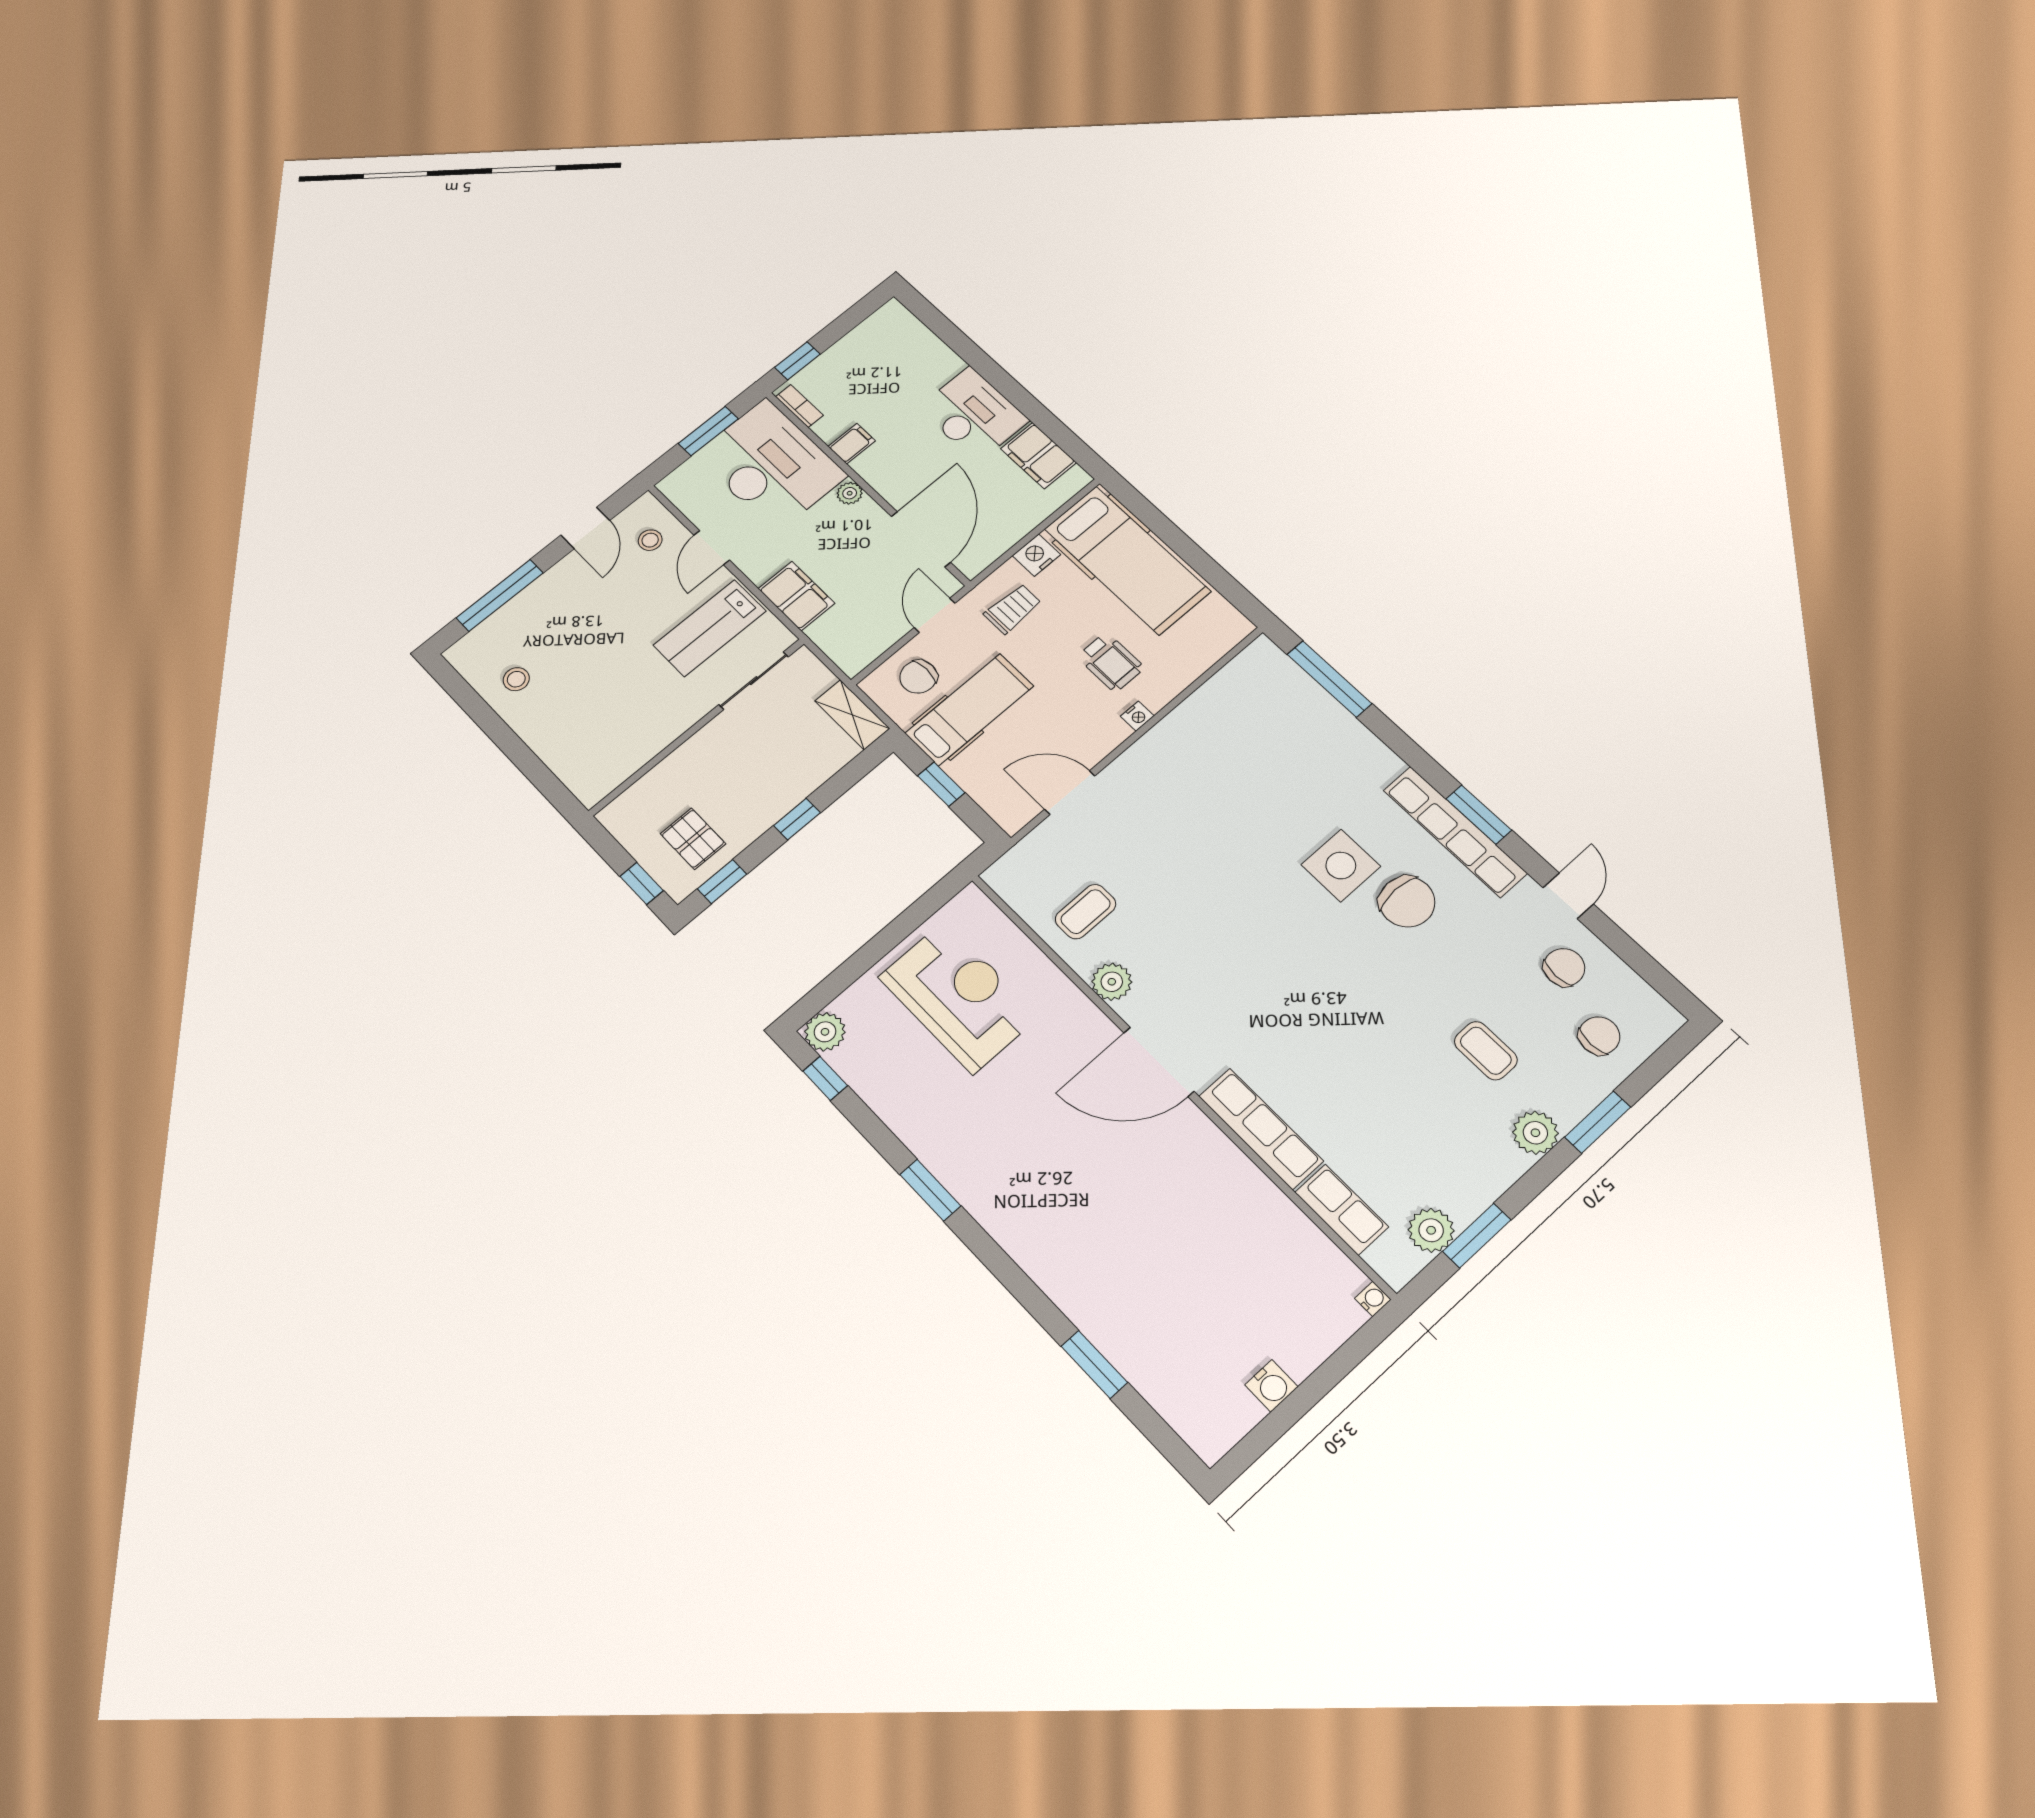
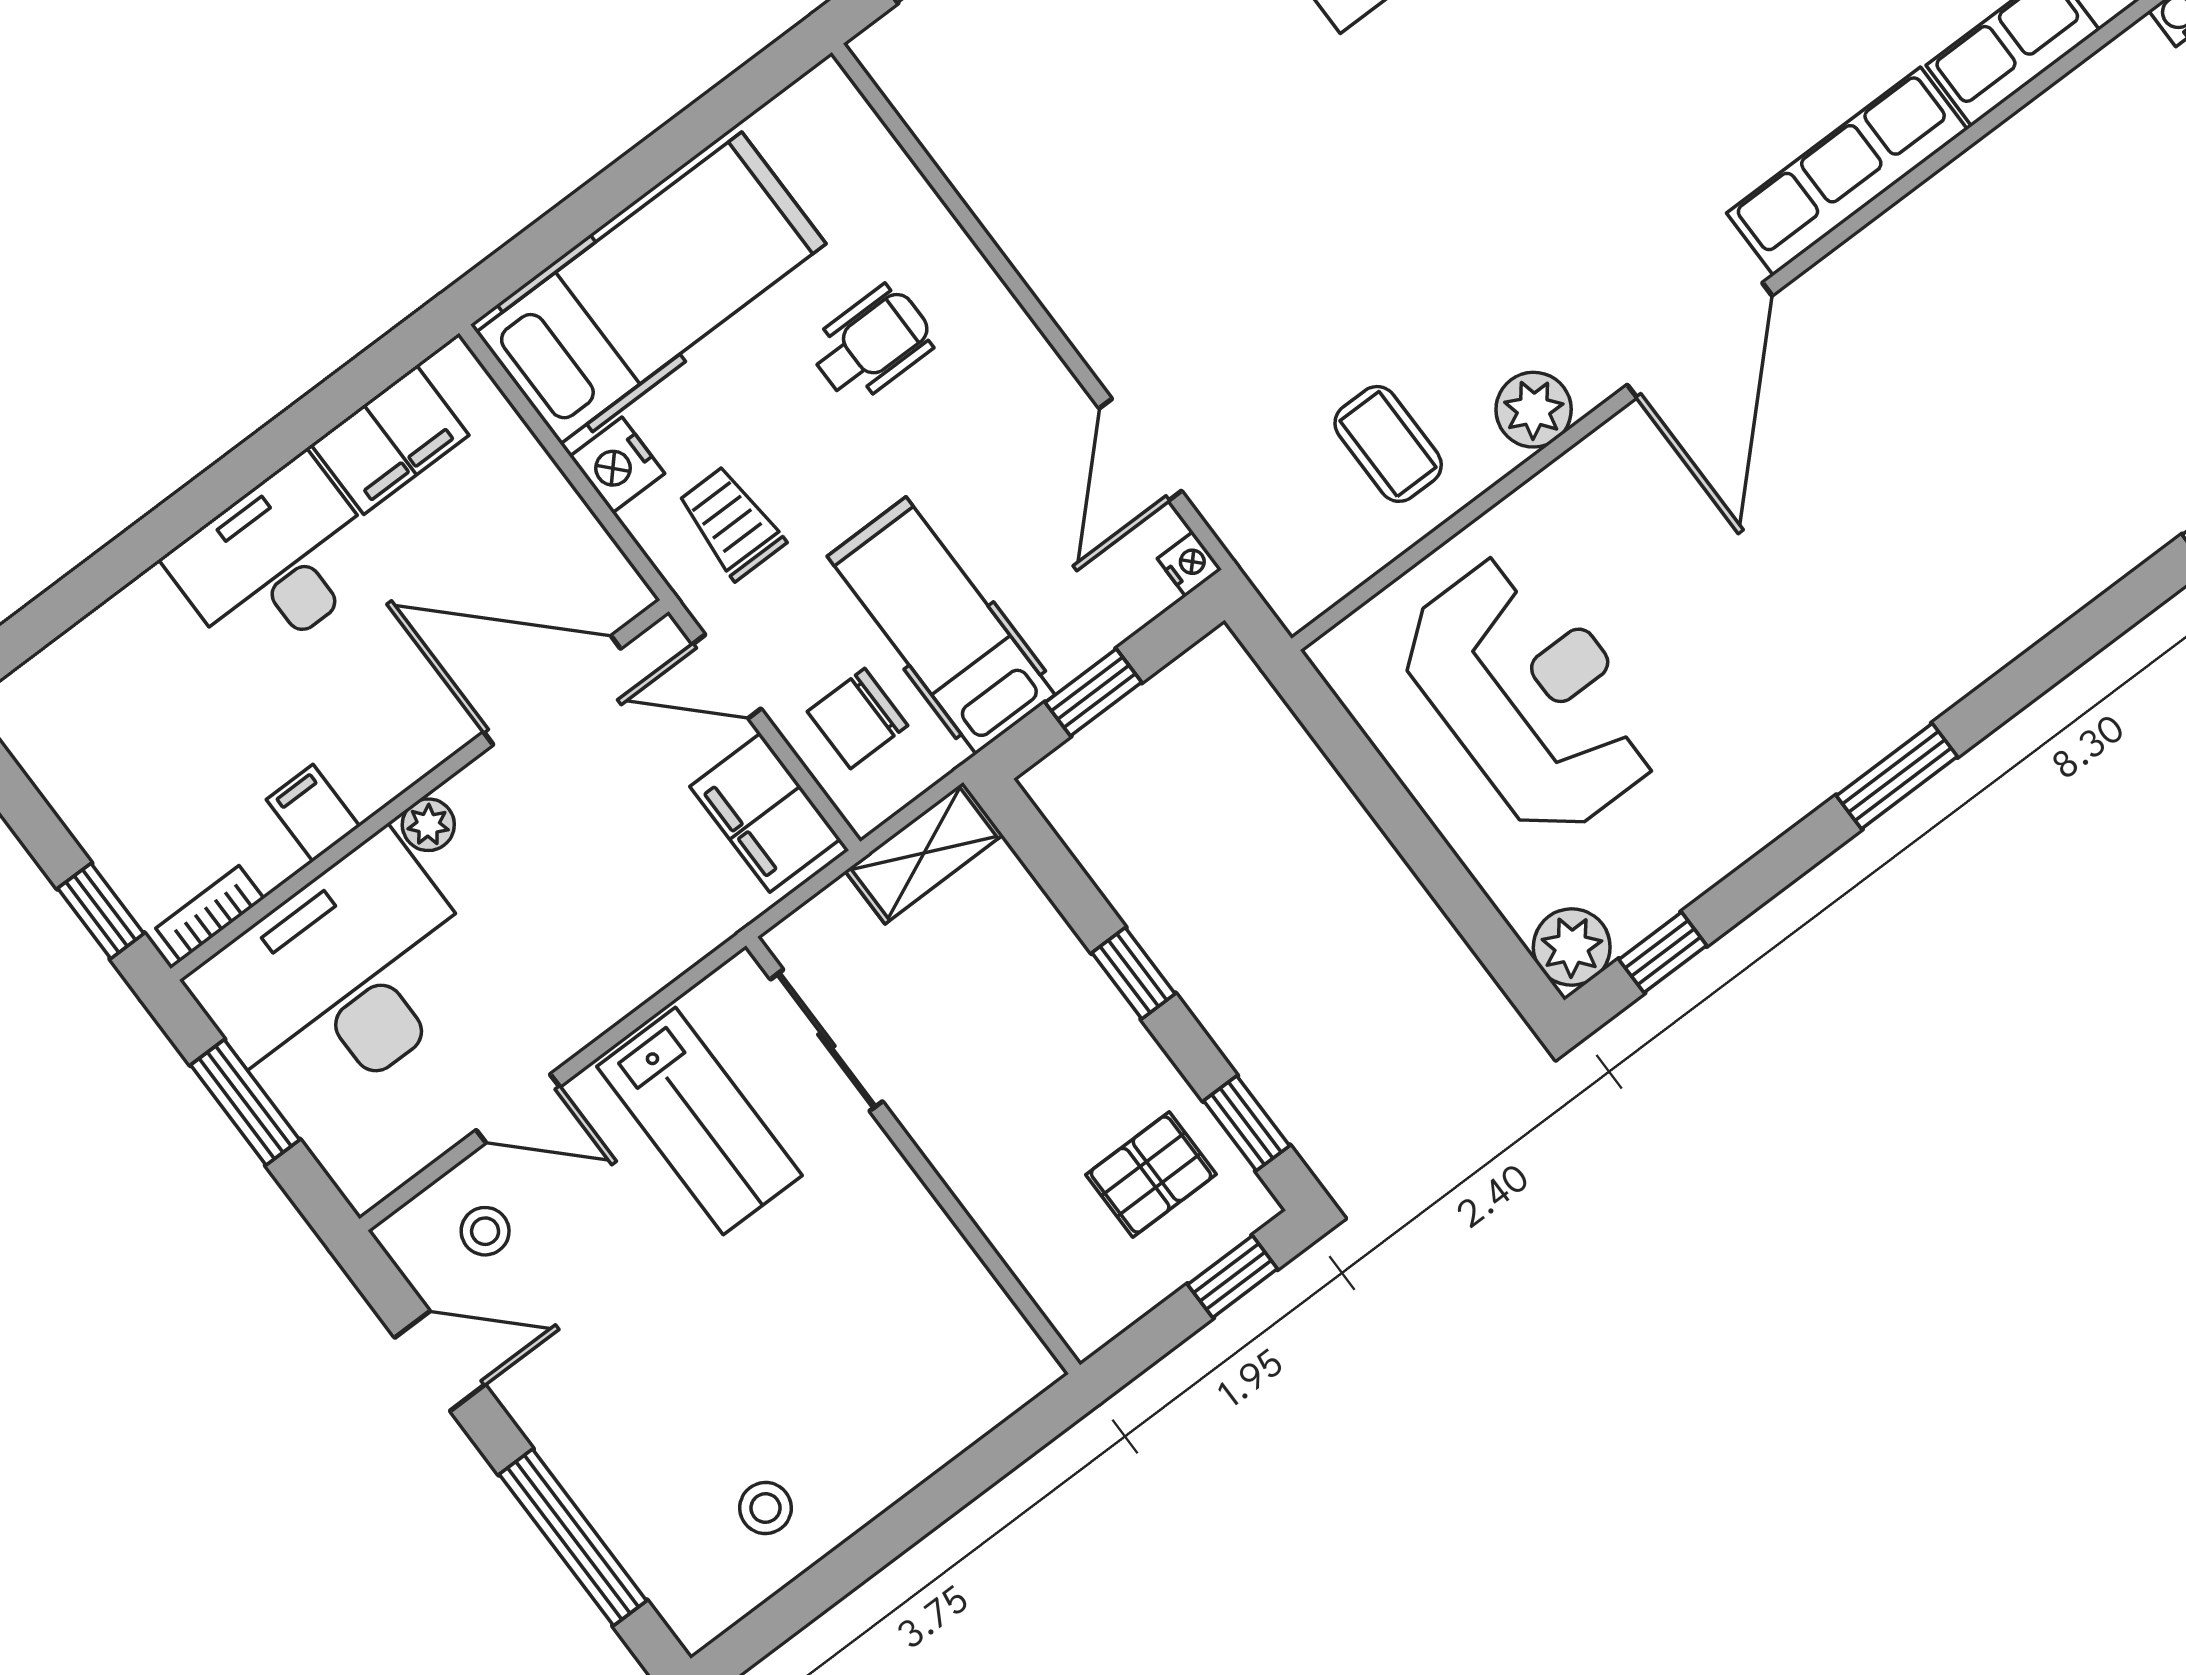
filing cabinet: (796, 596) -> (765, 813), moved, turned -90
chair: (918, 677) -> (858, 718), turned 90
nightstand: (1137, 716) -> (1189, 564), moved
reception desk: (959, 997) -> (1531, 695), turned 90

